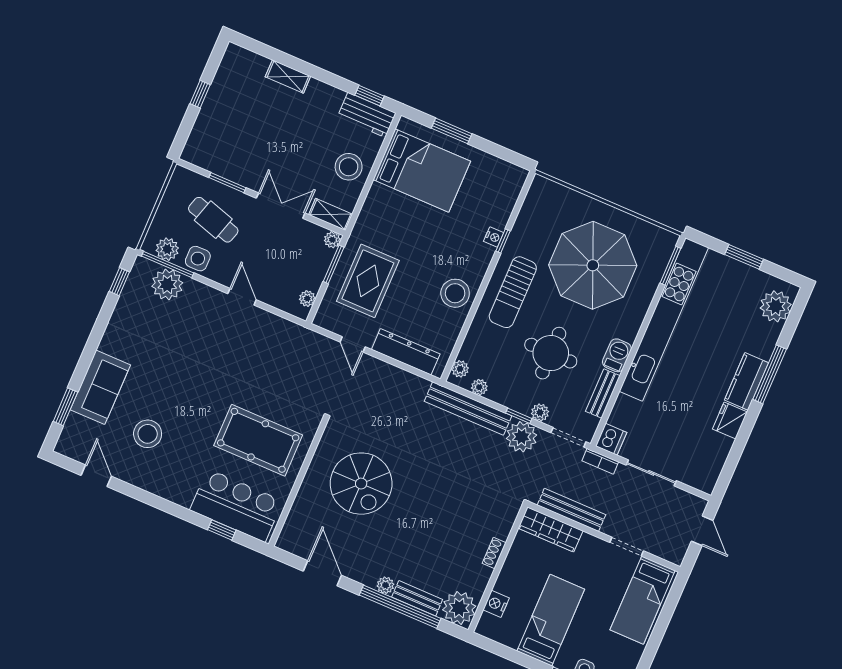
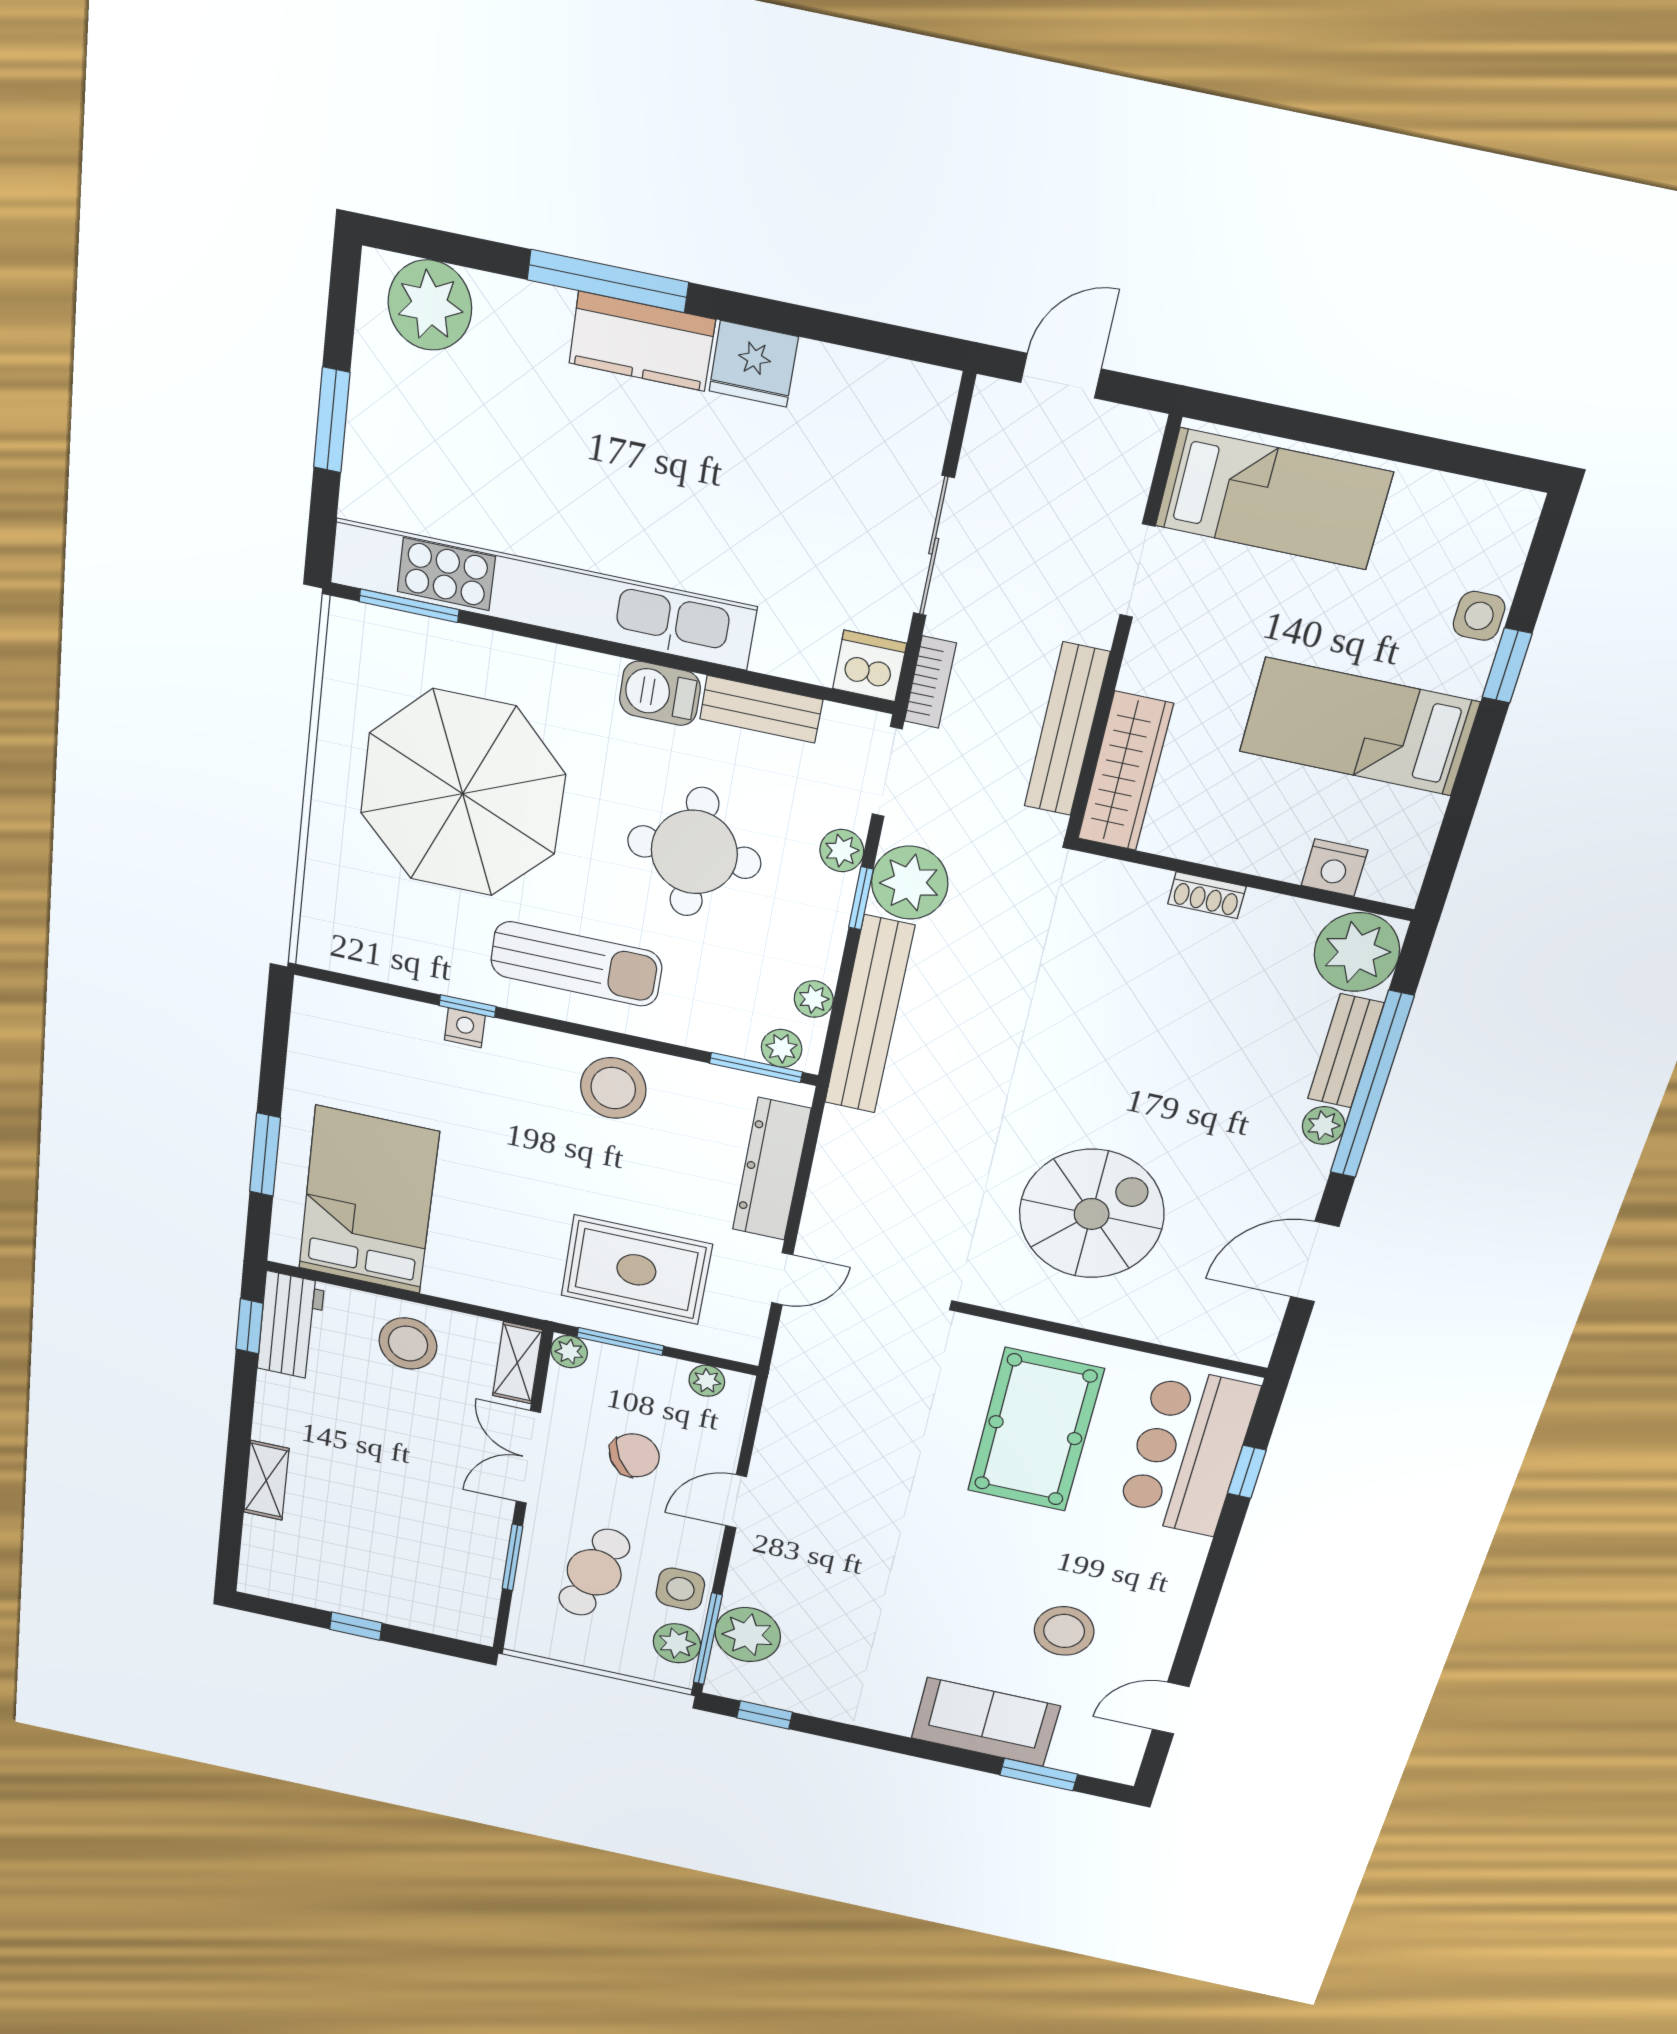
chair: (274, 255) -> (634, 1455), added
window: (453, 356) -> (756, 1068), added

